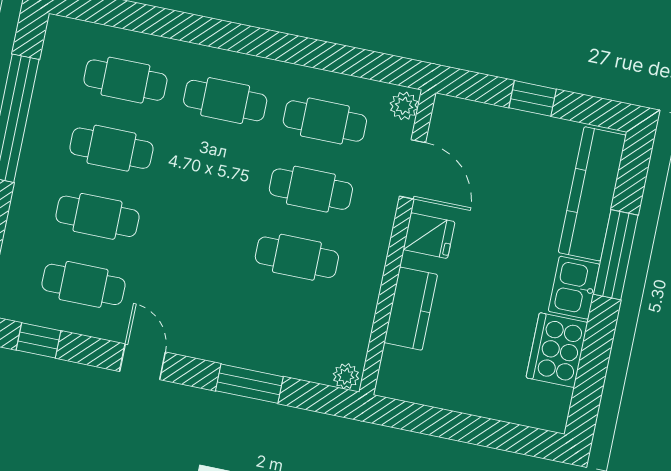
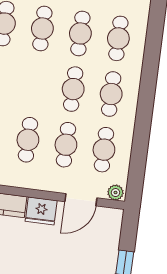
cafe table: (211, 169) -> (73, 89), added
fridge: (429, 236) -> (41, 211), width x1.38

